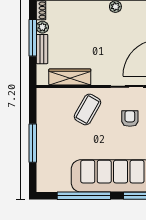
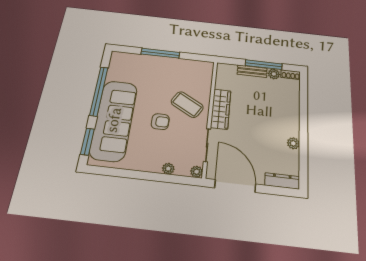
wardrobe: (70, 77) -> (221, 109), moved
armchair: (130, 119) -> (160, 122), moved

